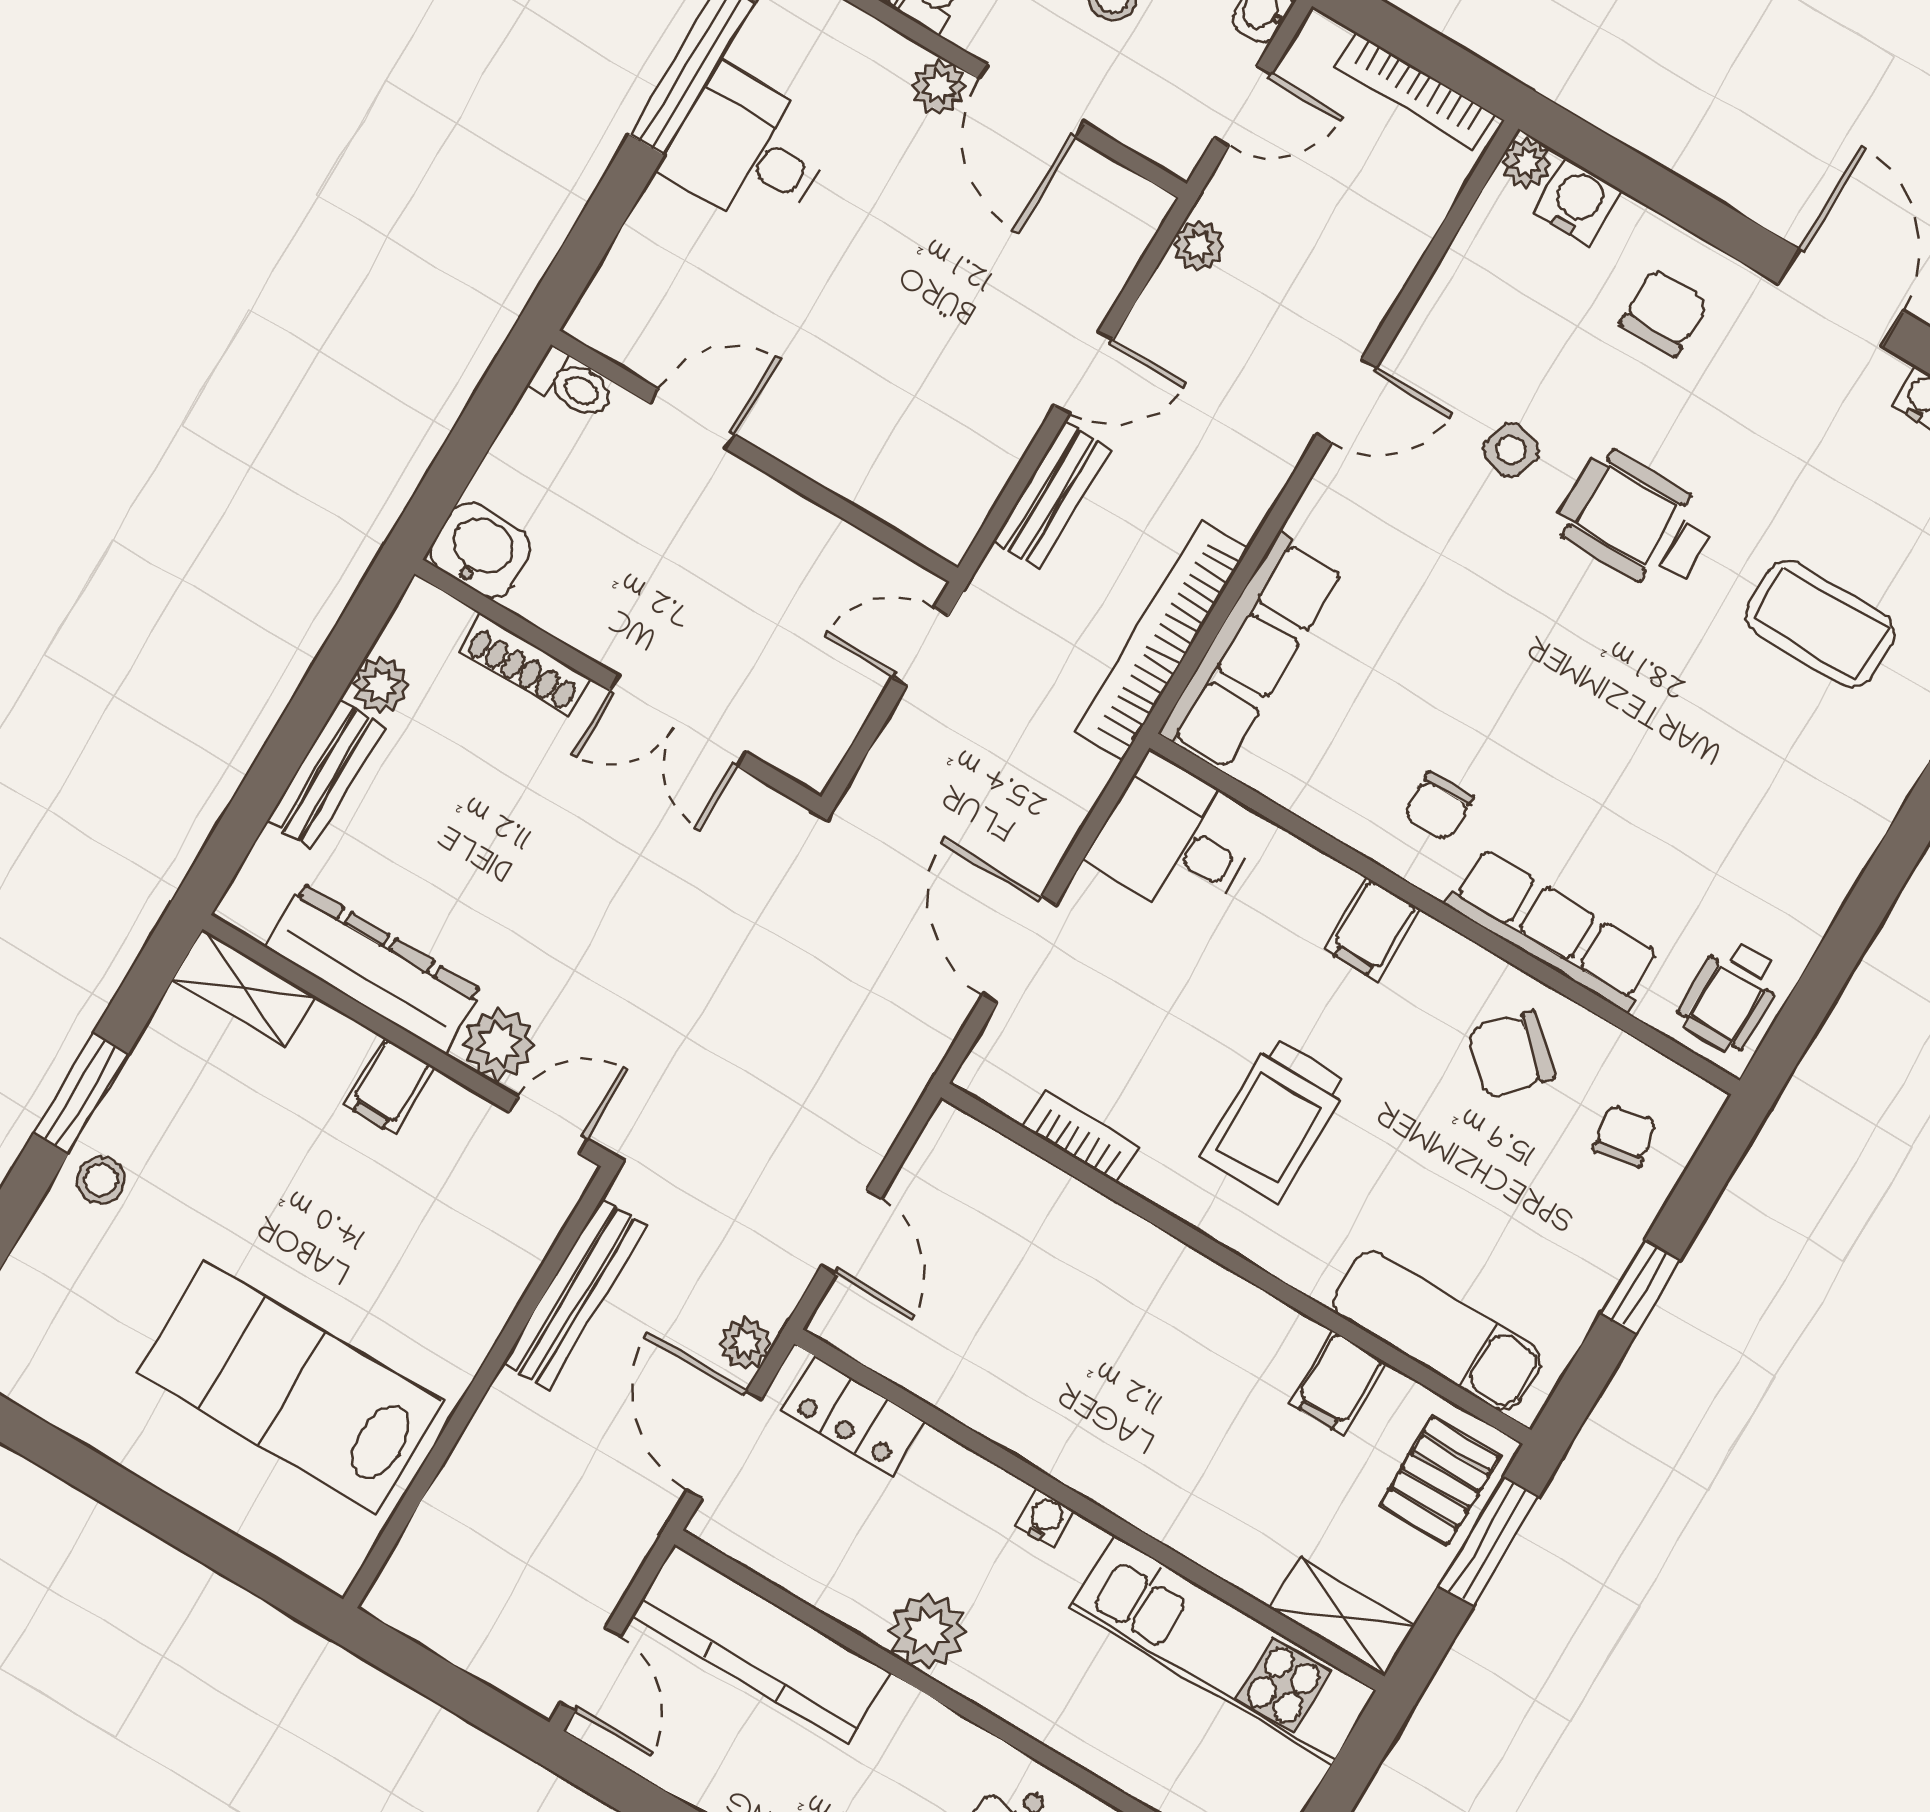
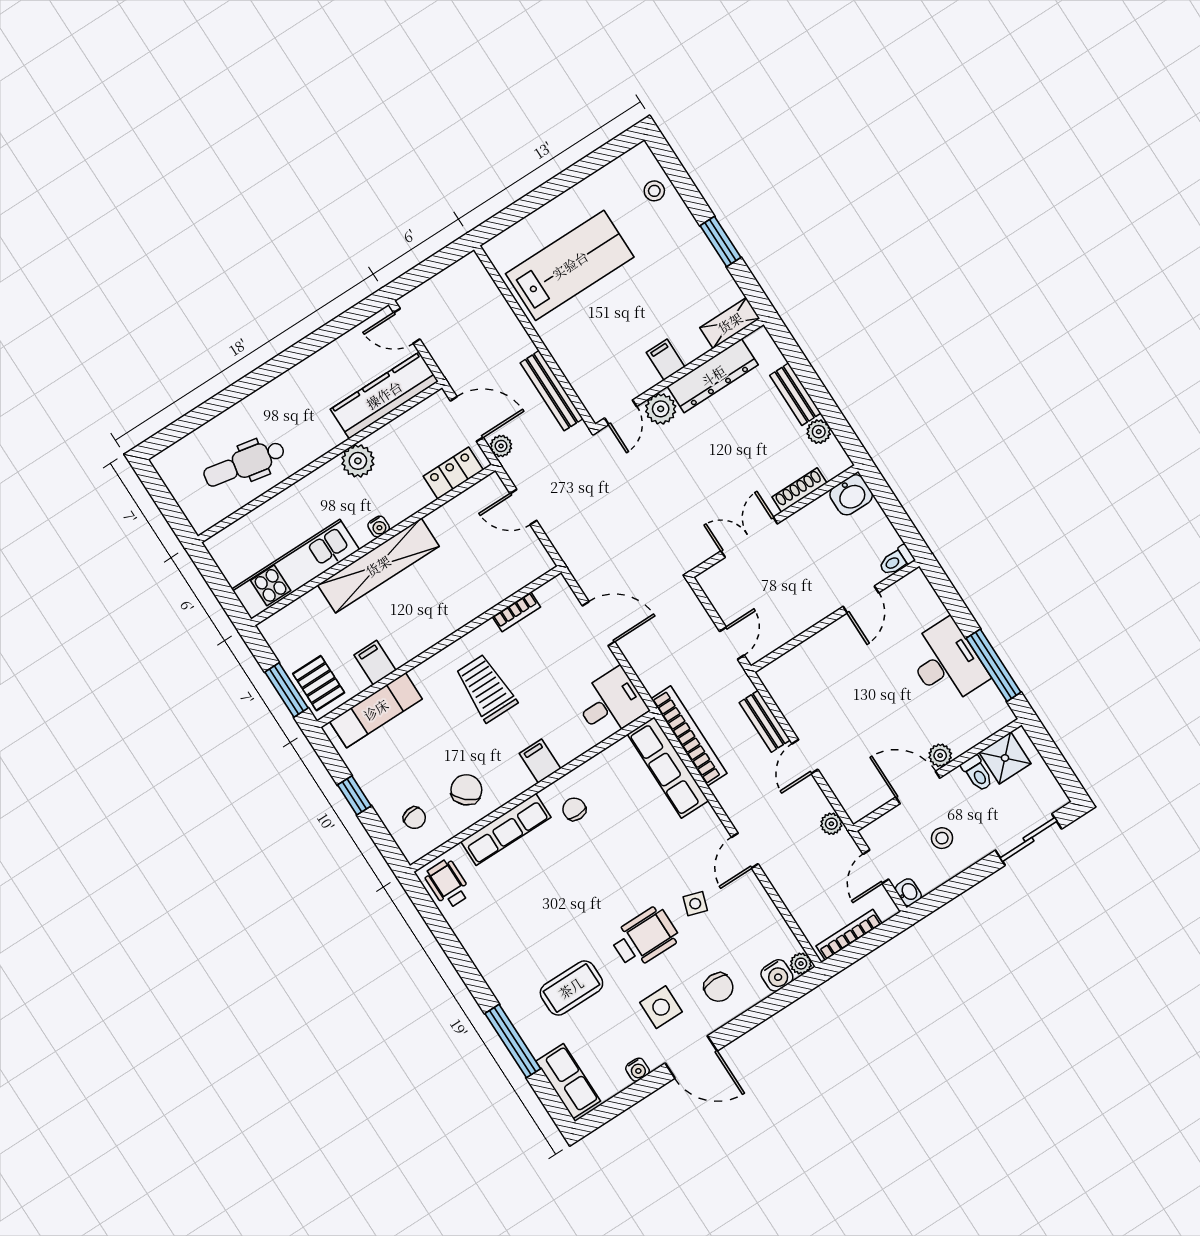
desk: (748, 151) -> (946, 663), width x1.37
side table: (1767, 414) -> (661, 1007), added
stool: (101, 1180) -> (654, 191), moved
shelving: (1343, 1617) -> (378, 566), moved, width x2.20, depth x1.33

